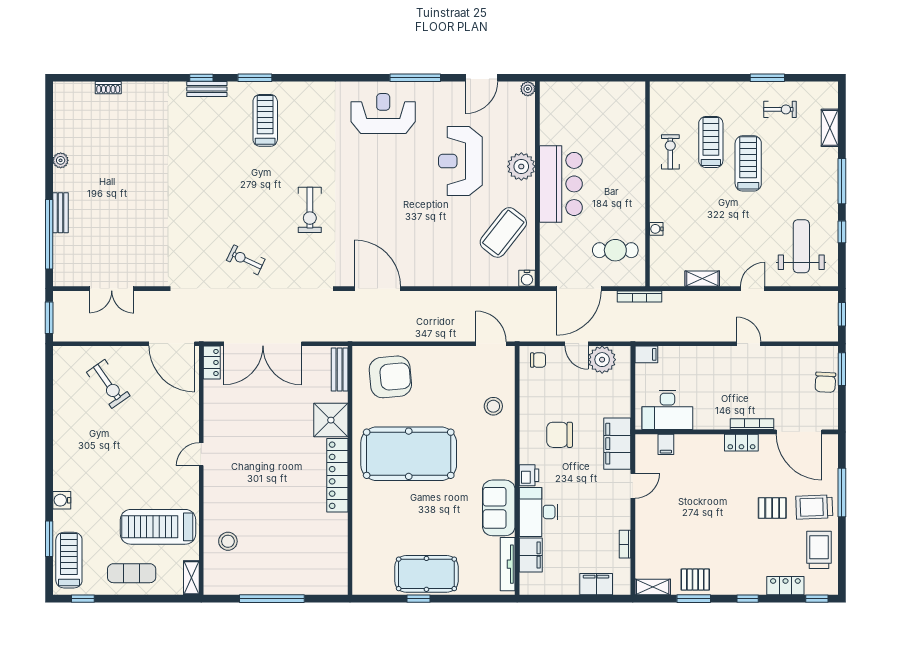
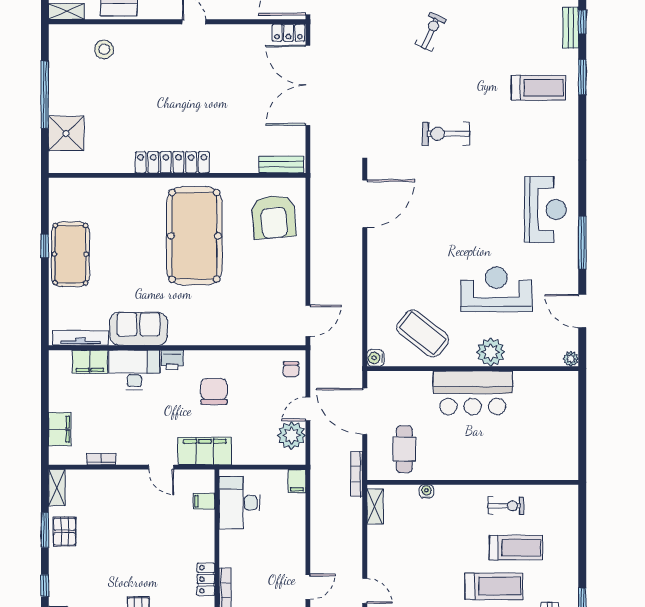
exercise bike: (246, 260) -> (431, 32), moved
shelving: (702, 279) -> (375, 506), moved
stool: (493, 406) -> (243, 323), removed
shower: (331, 420) -> (66, 133), moved

